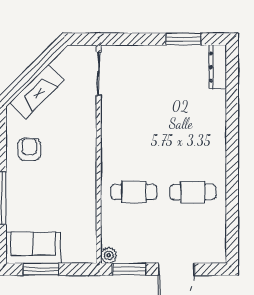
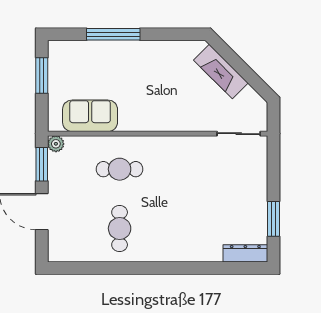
armchair: (29, 149) -> (163, 64), removed
cafe table: (134, 192) -> (120, 169), turned 90
sofa: (33, 248) -> (90, 116), moved, turned -90

